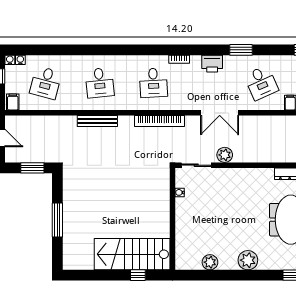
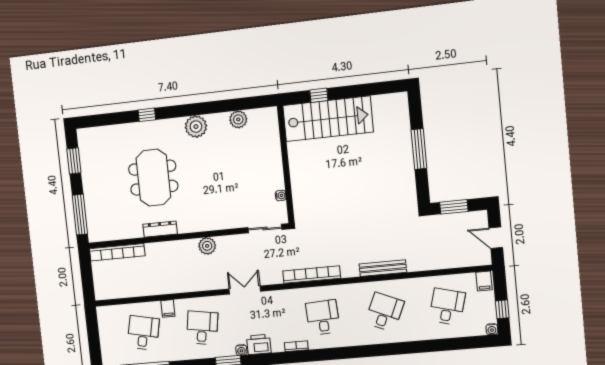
water cooler: (20, 60) -> (241, 350), moved
desk: (100, 83) -> (384, 312), turned 30
desk: (261, 83) -> (202, 328), turned 33
double door: (220, 113) -> (245, 290), width x0.73
plant: (225, 155) -> (207, 246), moved

